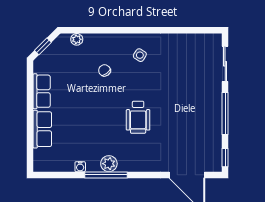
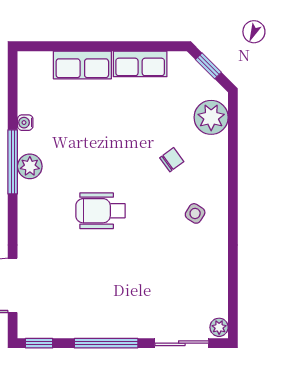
plant: (77, 39) -> (211, 117), width x1.87, depth x1.87
plant: (215, 39) -> (219, 327), added

